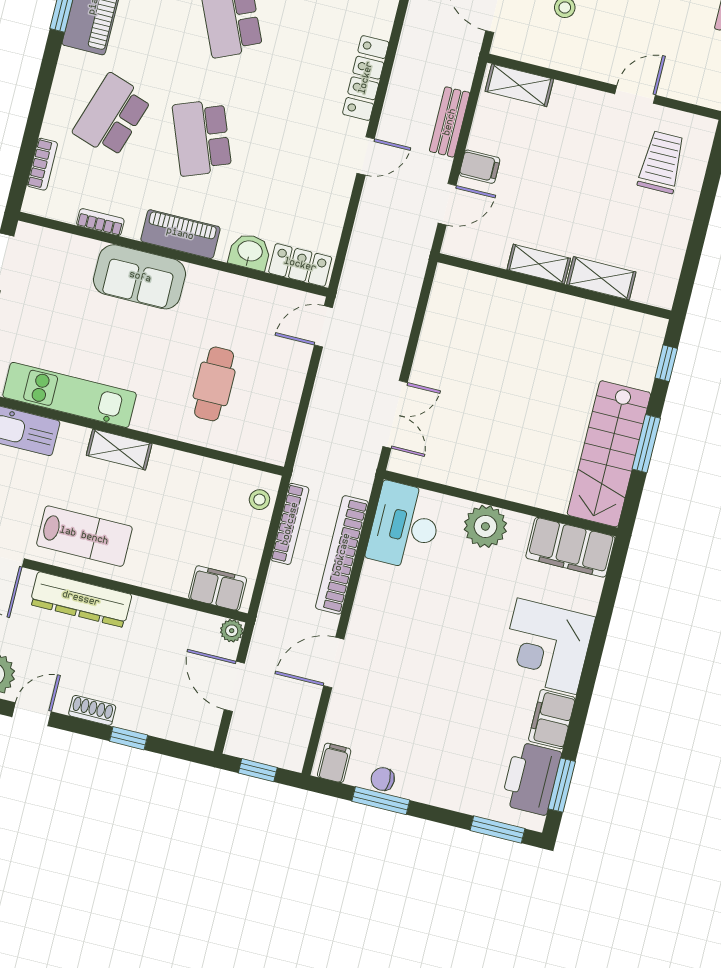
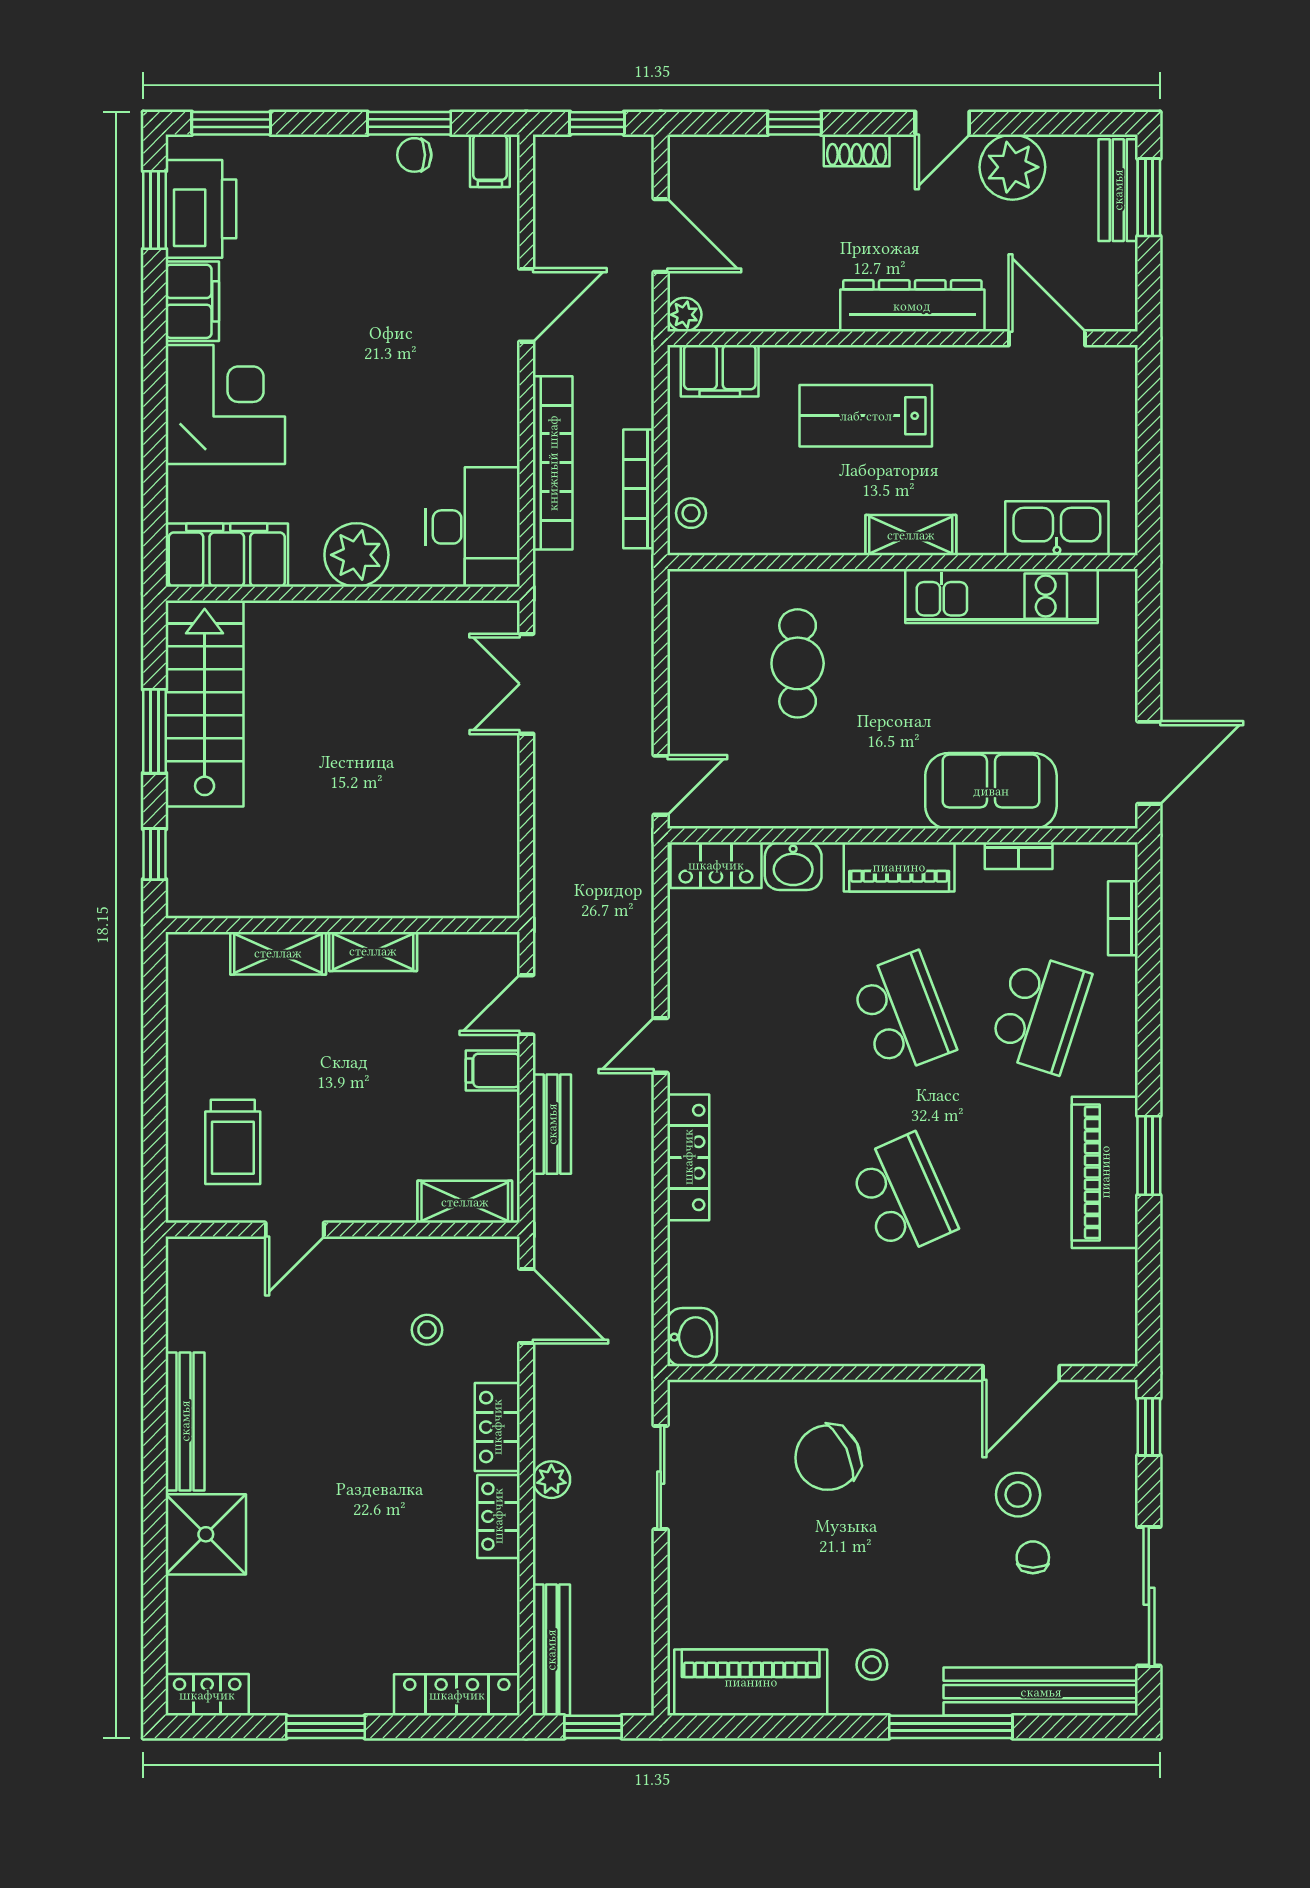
sofa: (140, 277) -> (991, 791), moved
lab bench: (84, 536) -> (866, 416), moved
chair: (383, 779) -> (414, 155), turned 180

